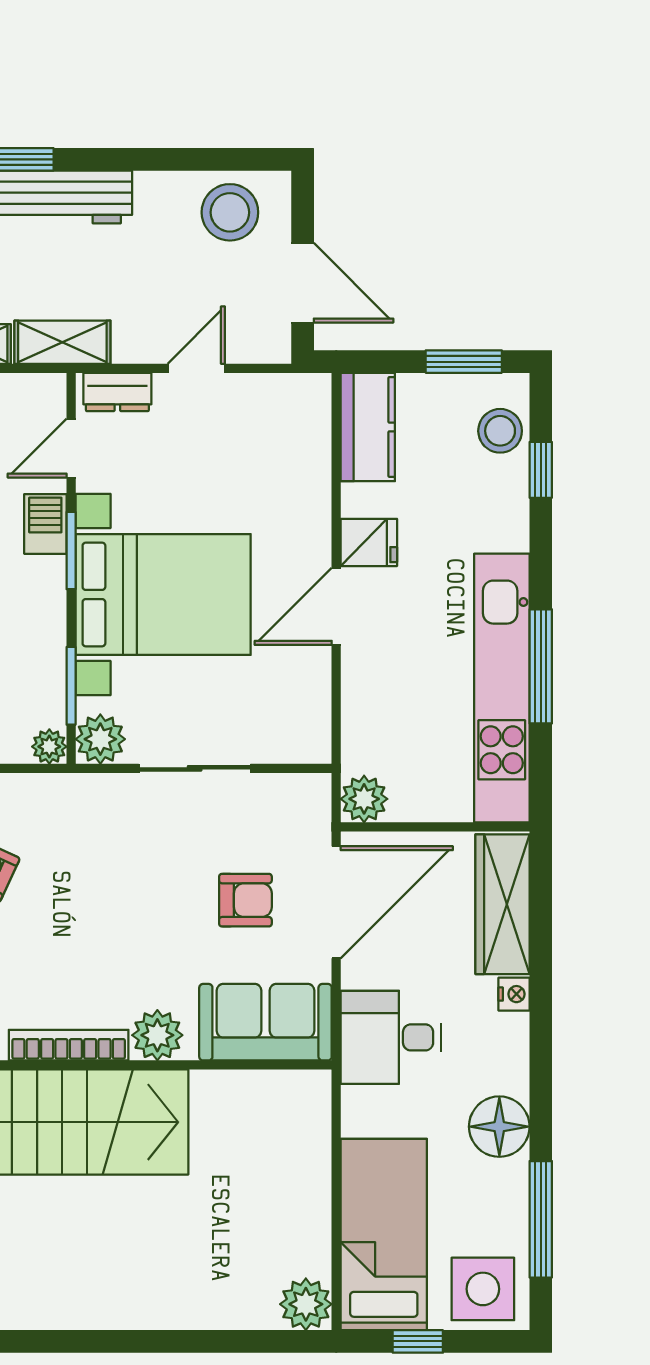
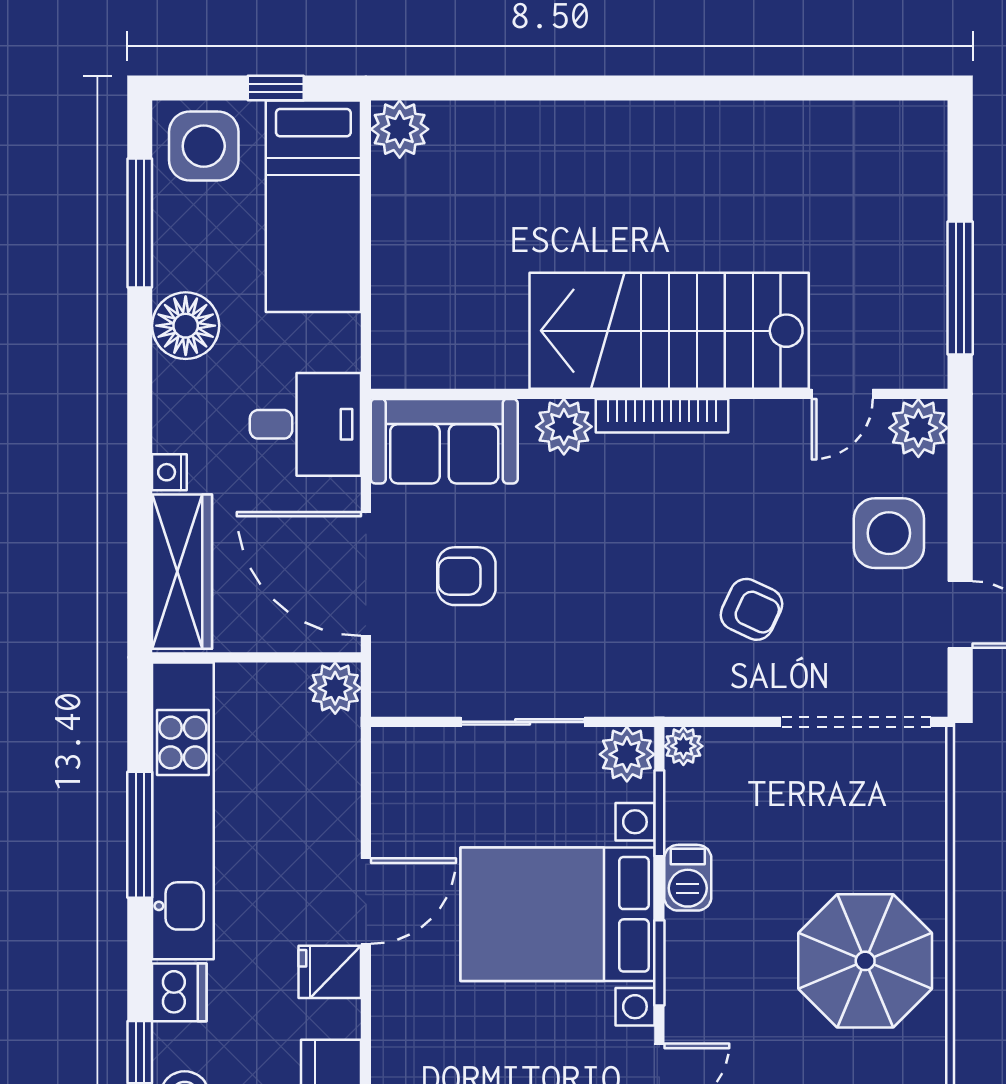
barbecue: (45, 524) -> (688, 878), moved
dishwasher: (505, 524) -> (179, 992), added
door: (336, 902) -> (366, 574), hinge flipped

